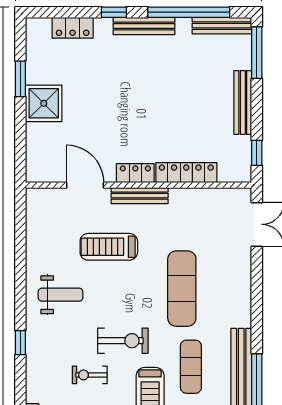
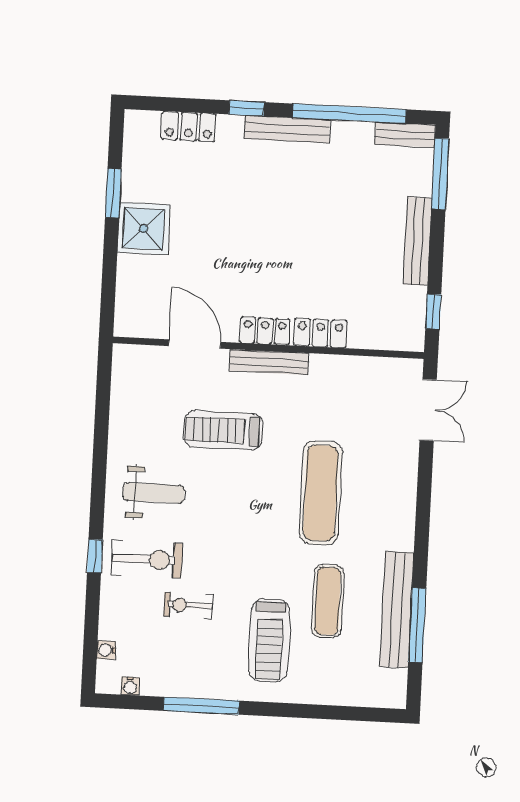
bench: (222, 26) -> (405, 135), width x0.73
locker: (186, 173) -> (320, 333), width x0.66
exercise bike: (123, 341) -> (147, 559), moved

